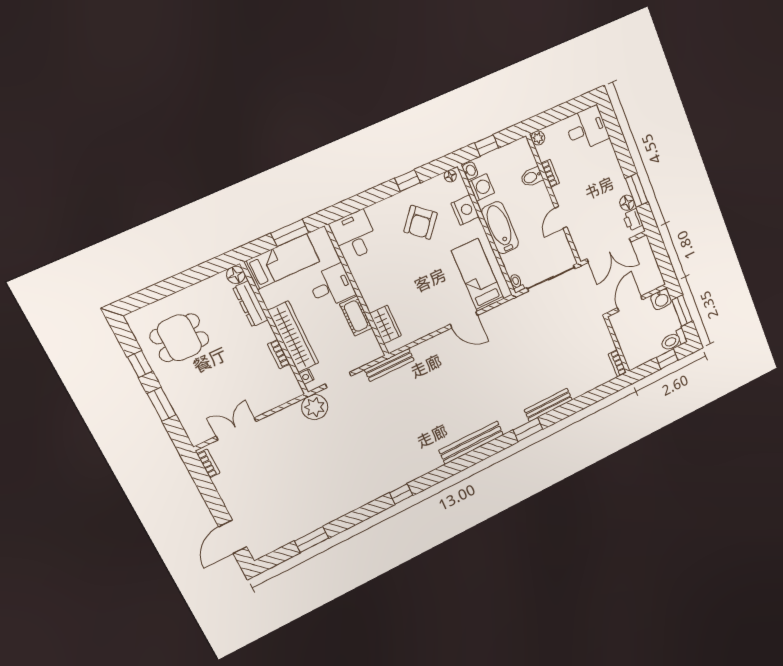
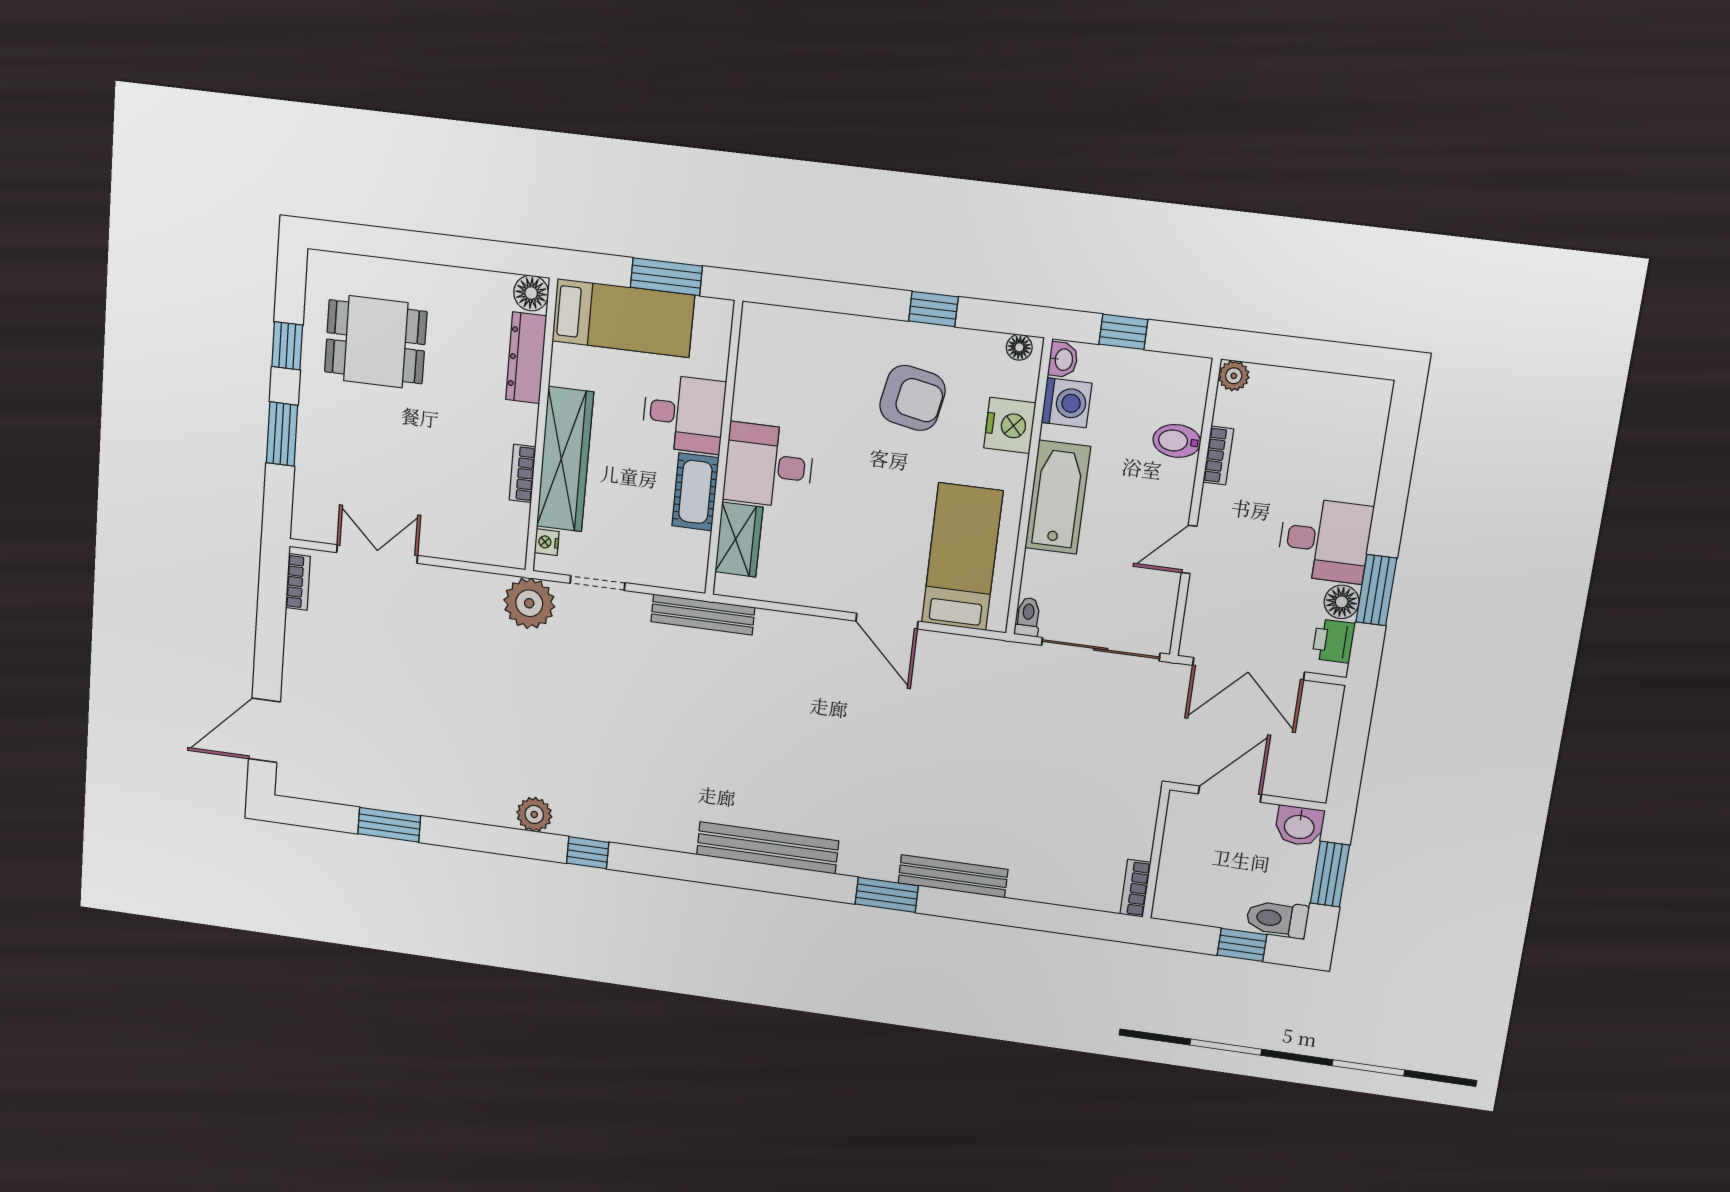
desk: (587, 129) -> (1325, 540), moved
armchair: (421, 222) -> (912, 398), turned -119
desk: (354, 235) -> (768, 466), moved, turned -90
plant: (370, 493) -> (534, 814), added

